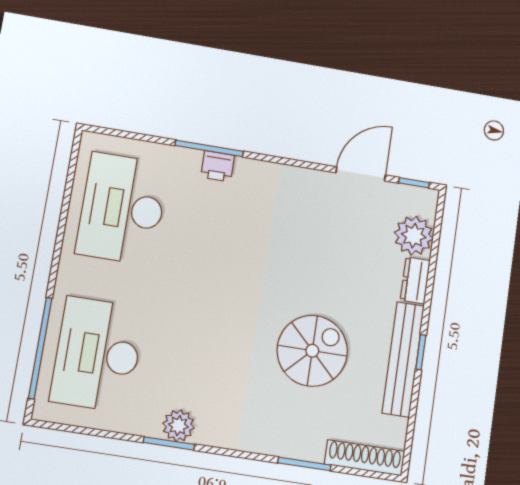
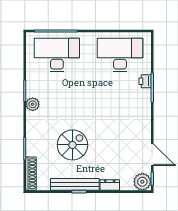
printer: (218, 166) -> (145, 81), moved
plant: (414, 236) -> (142, 182), moved
spiral stairs: (312, 351) -> (72, 145), turned -90
plant: (178, 426) -> (33, 104), moved

